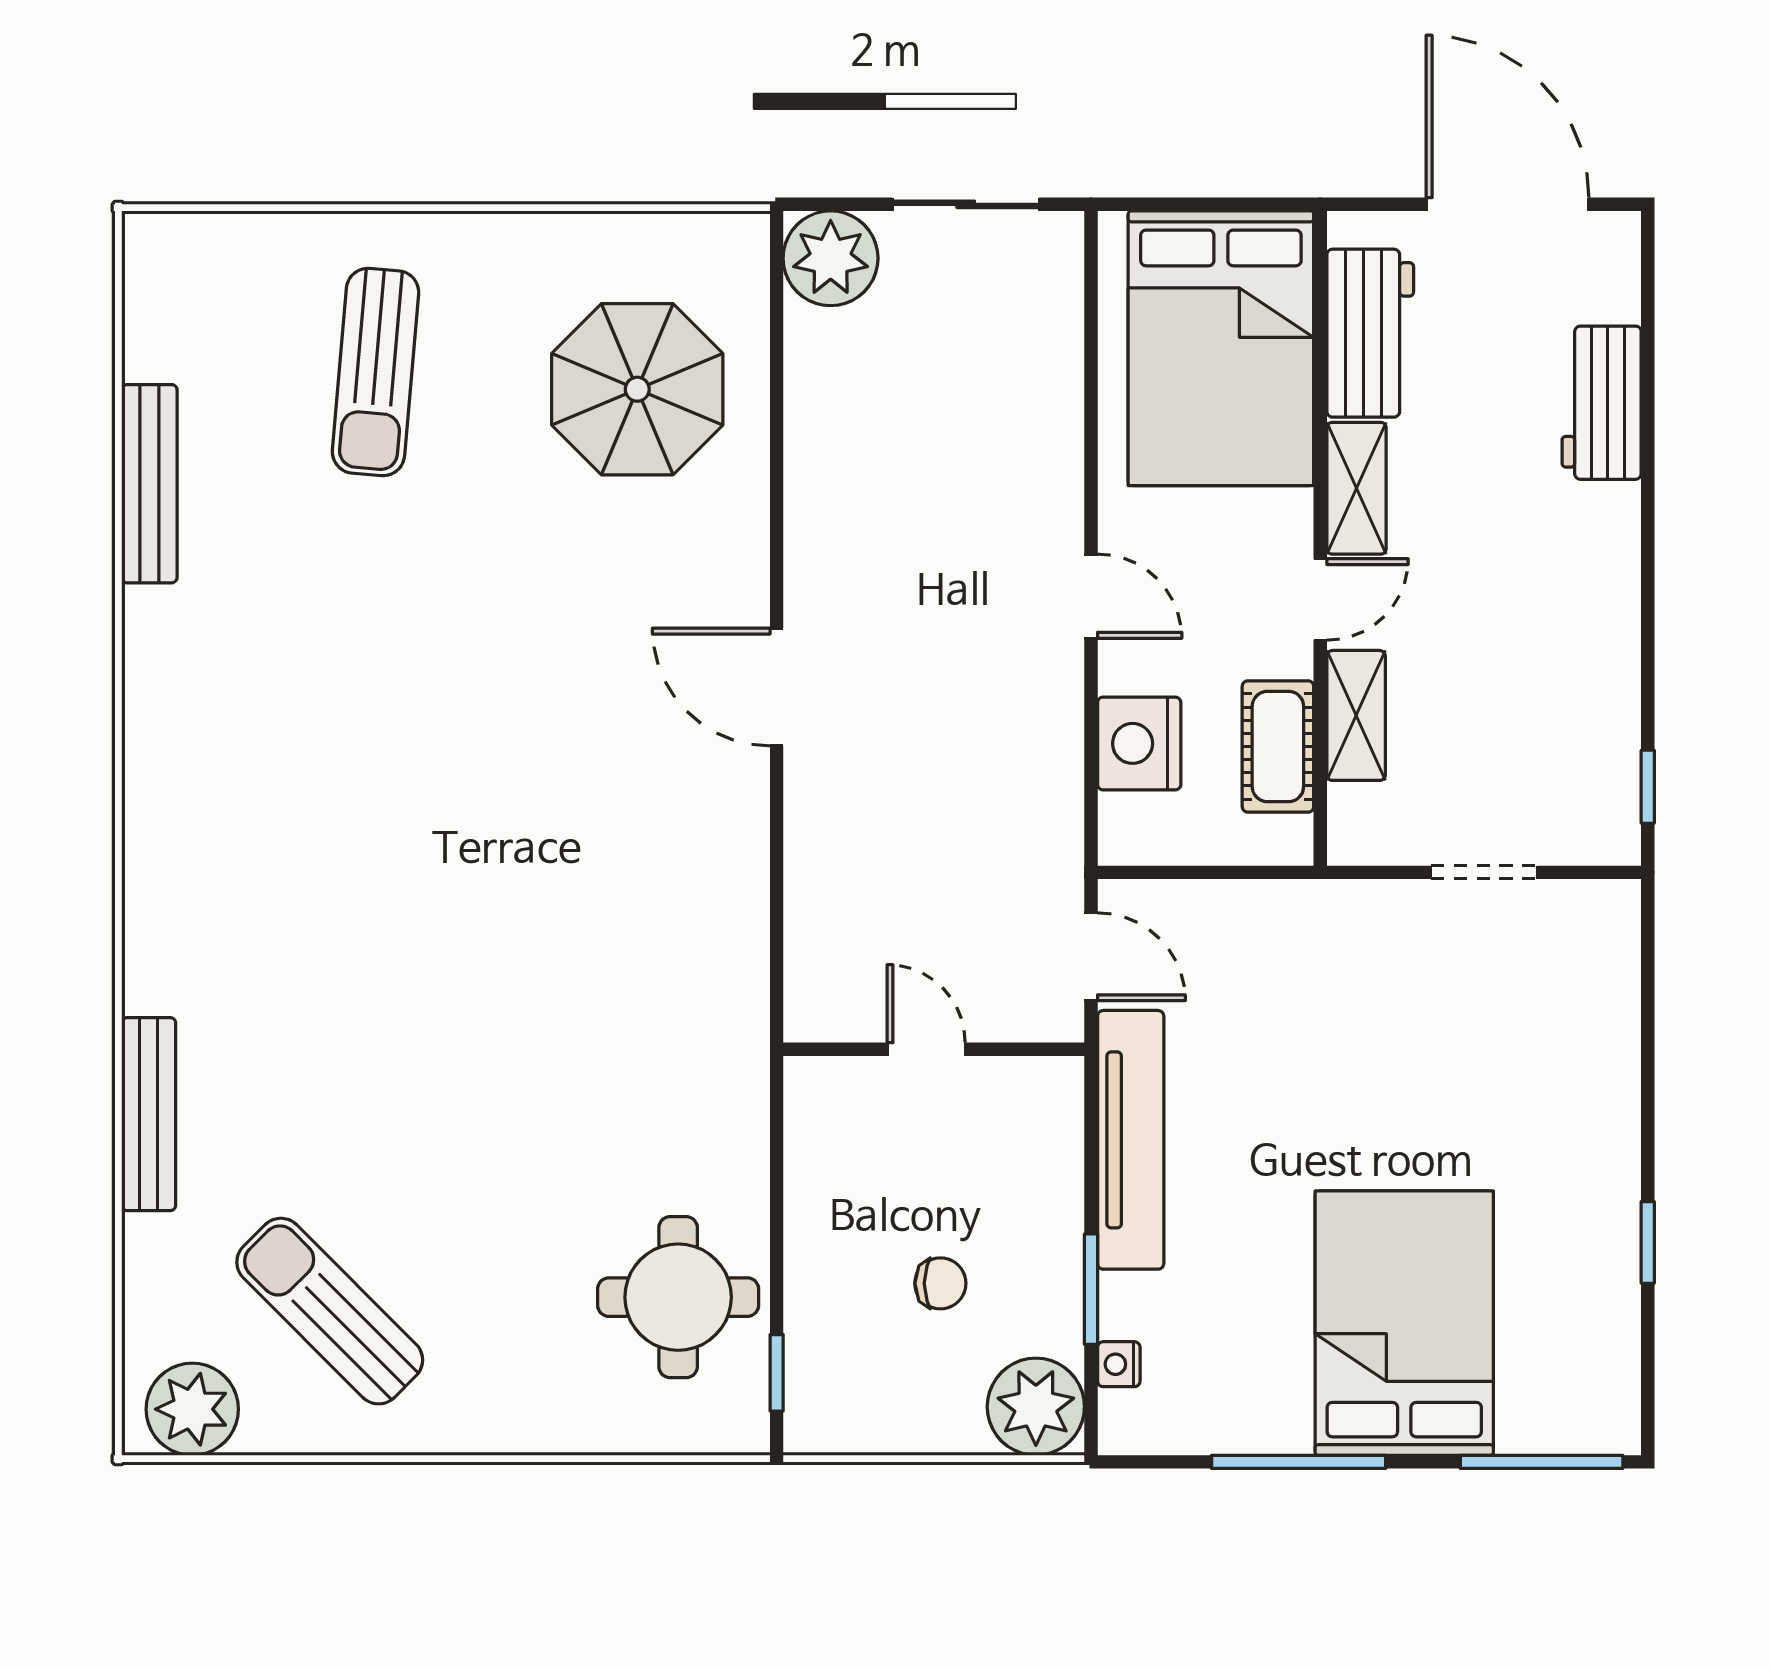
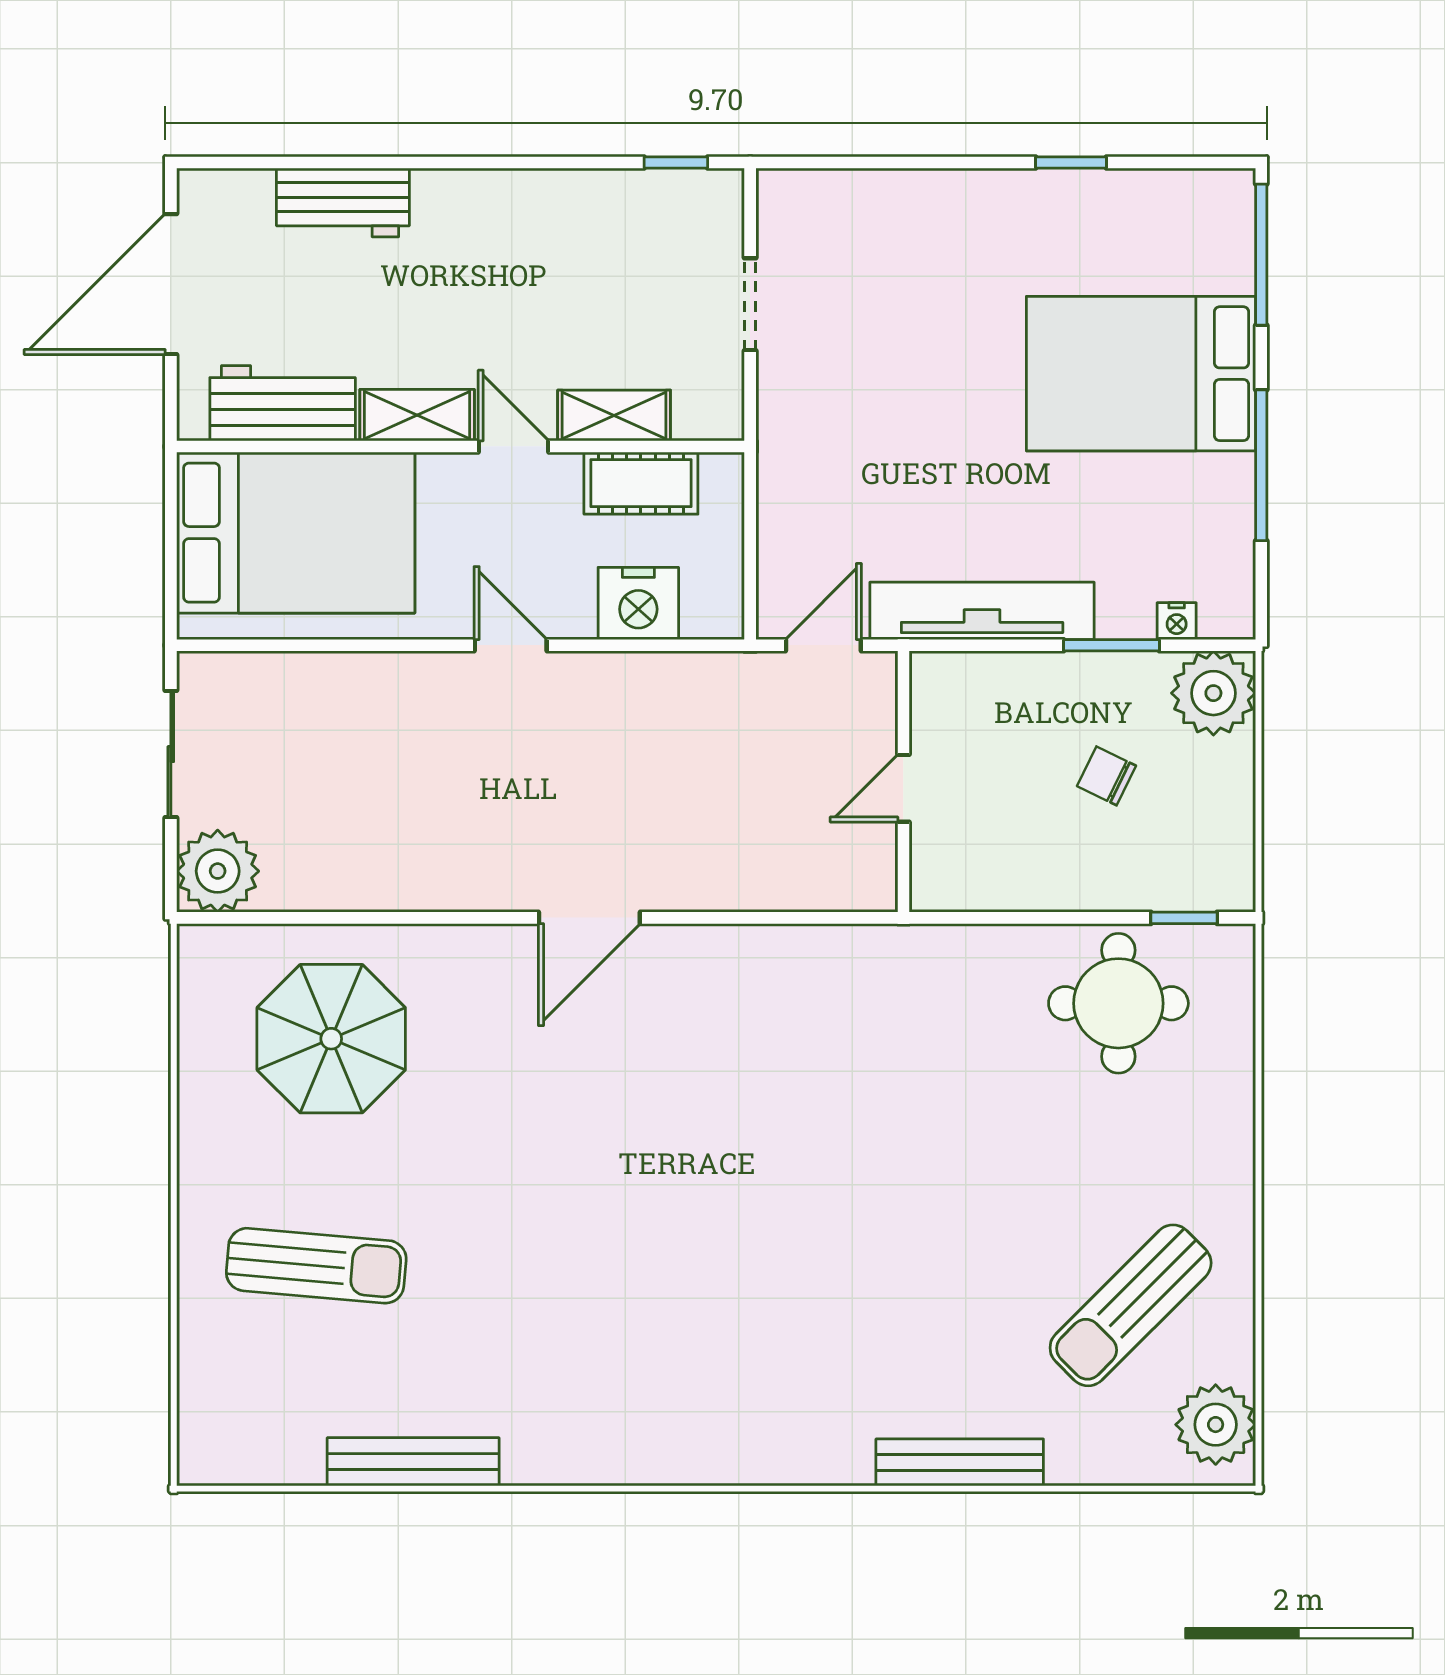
door: (1091, 596) -> (511, 645), hinge flipped
chair: (940, 1283) -> (1107, 776), turned -64

